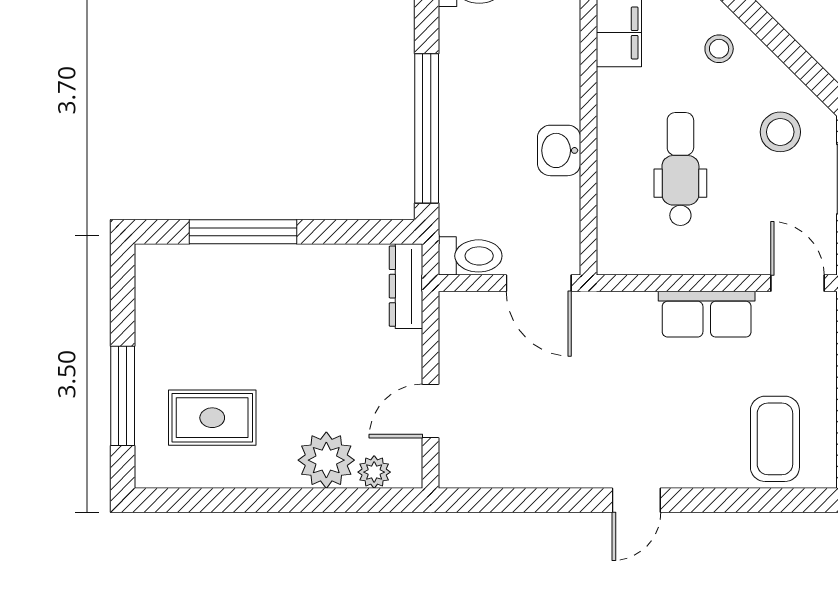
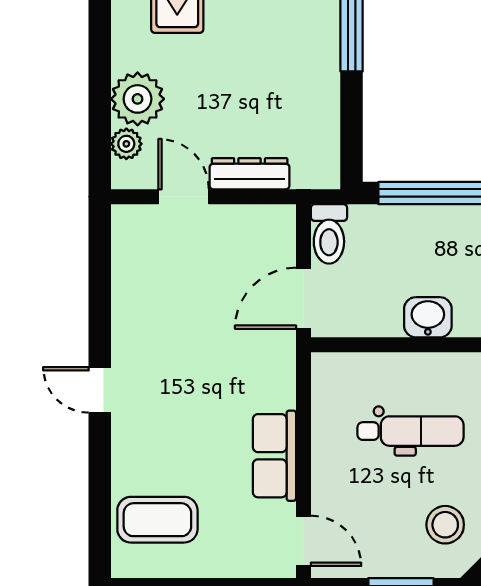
door: (797, 283) -> (303, 541), hinge flipped
dresser: (406, 286) -> (250, 174), moved

